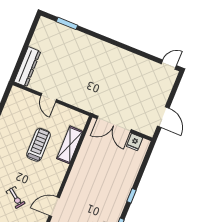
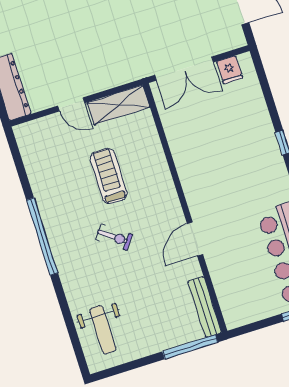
shelving: (70, 145) -> (118, 105), moved, turned 90
exercise bike: (16, 197) -> (114, 237), moved

